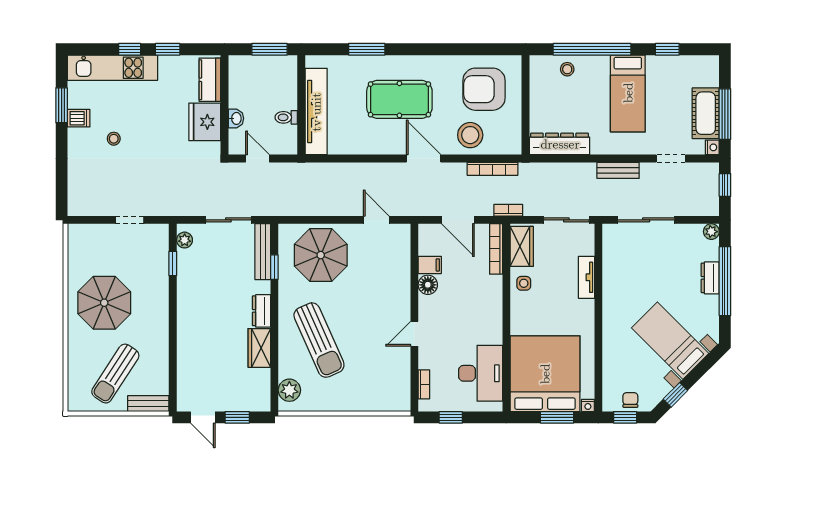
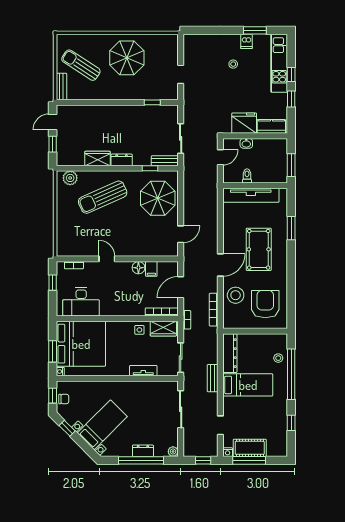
bed: (628, 93) -> (248, 385), moved, turned 180
bench: (618, 170) -> (213, 378), moved
plant: (185, 240) -> (167, 110), removed
bench: (263, 252) -> (165, 161), width x0.73

